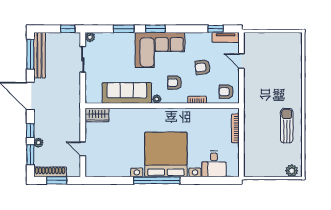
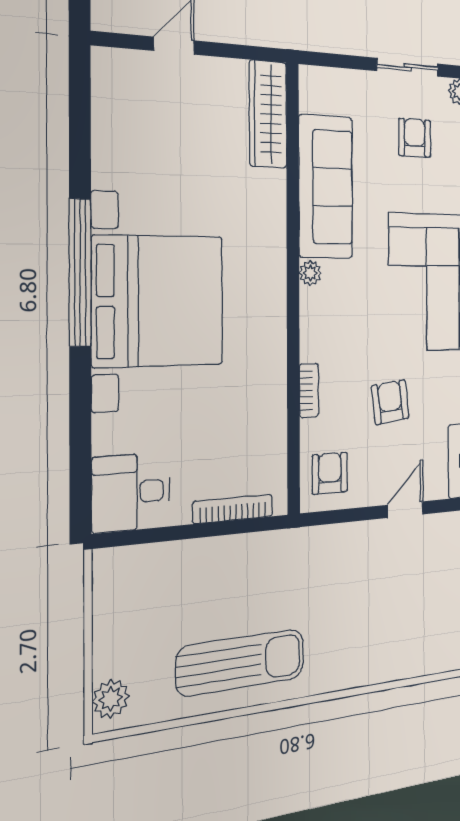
armchair: (175, 83) -> (415, 138), moved
wardrobe: (97, 115) -> (268, 114), width x1.50
sun lounger: (287, 126) -> (241, 662), width x1.36, depth x1.34
desk: (214, 164) -> (131, 492), moved

